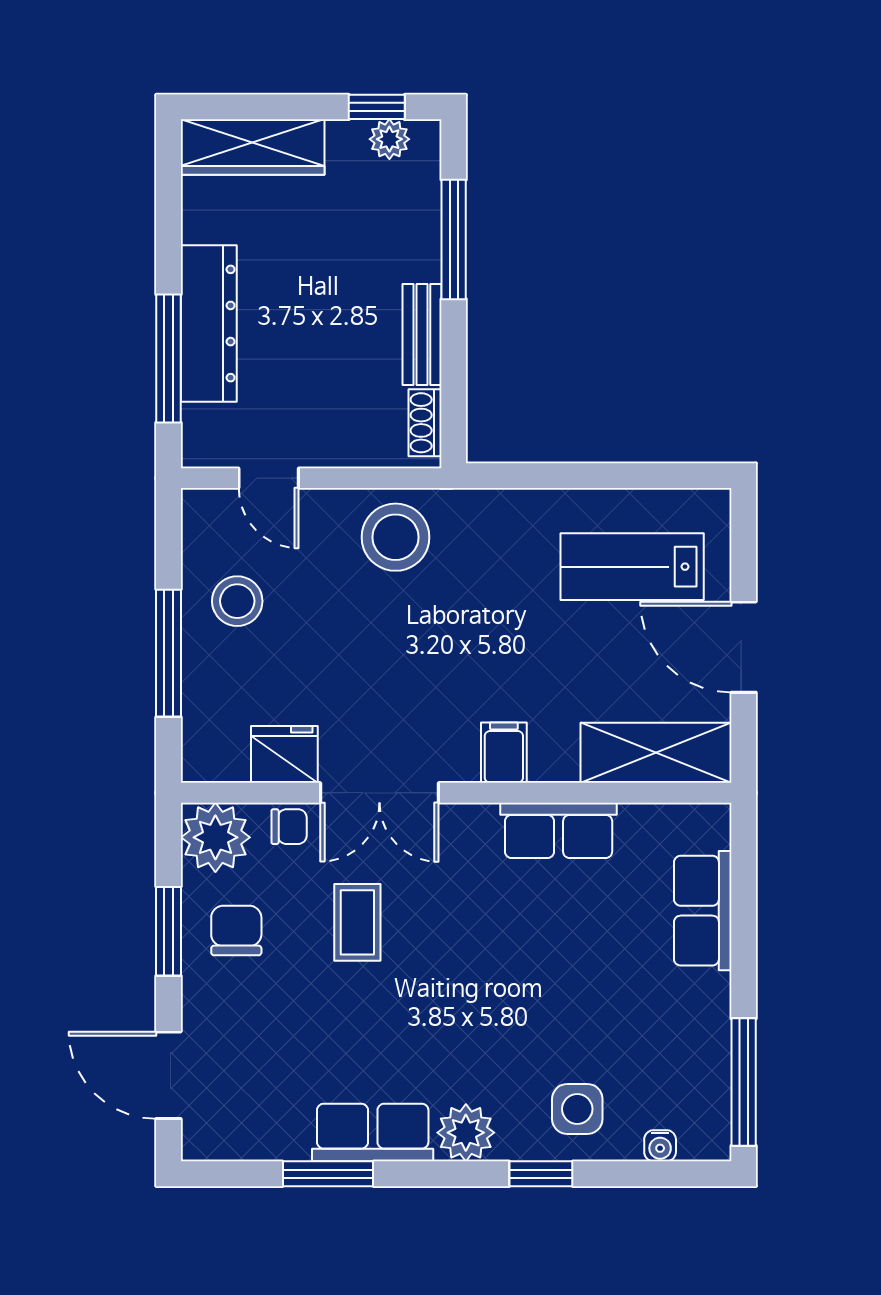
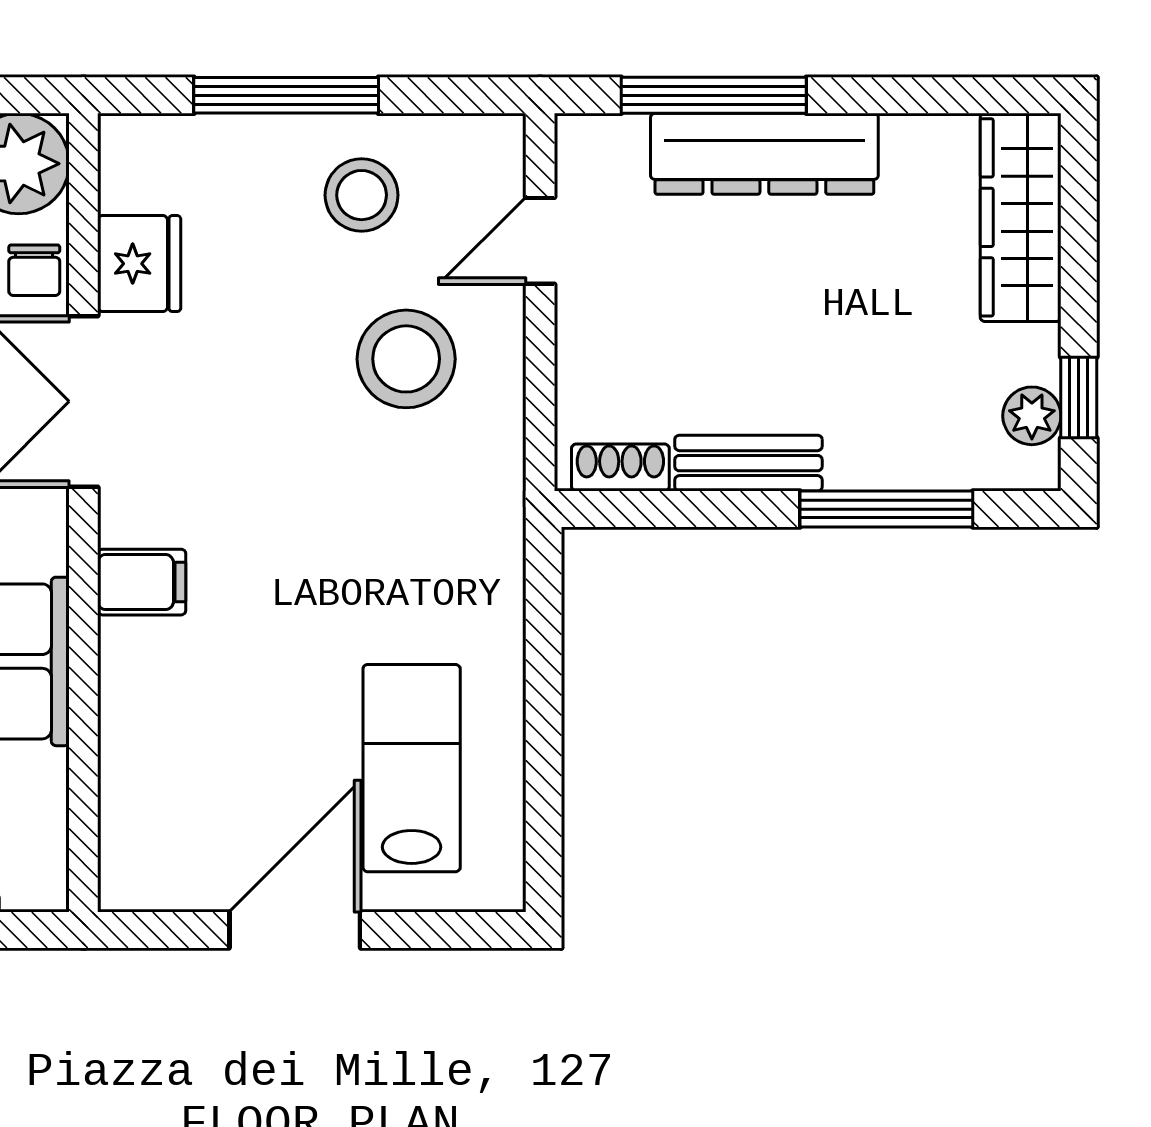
stool: (396, 537) -> (406, 359), moved
shelving: (656, 753) -> (142, 803), removed

